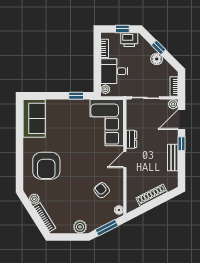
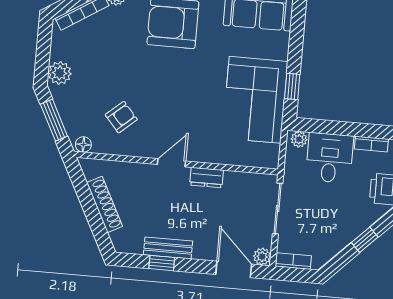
floor lamp: (157, 59) -> (345, 235), removed
corner sofa: (107, 123) -> (255, 100), moved, turned -90
window: (182, 144) -> (162, 263), moved
door: (125, 160) -> (172, 163), hinge flipped

